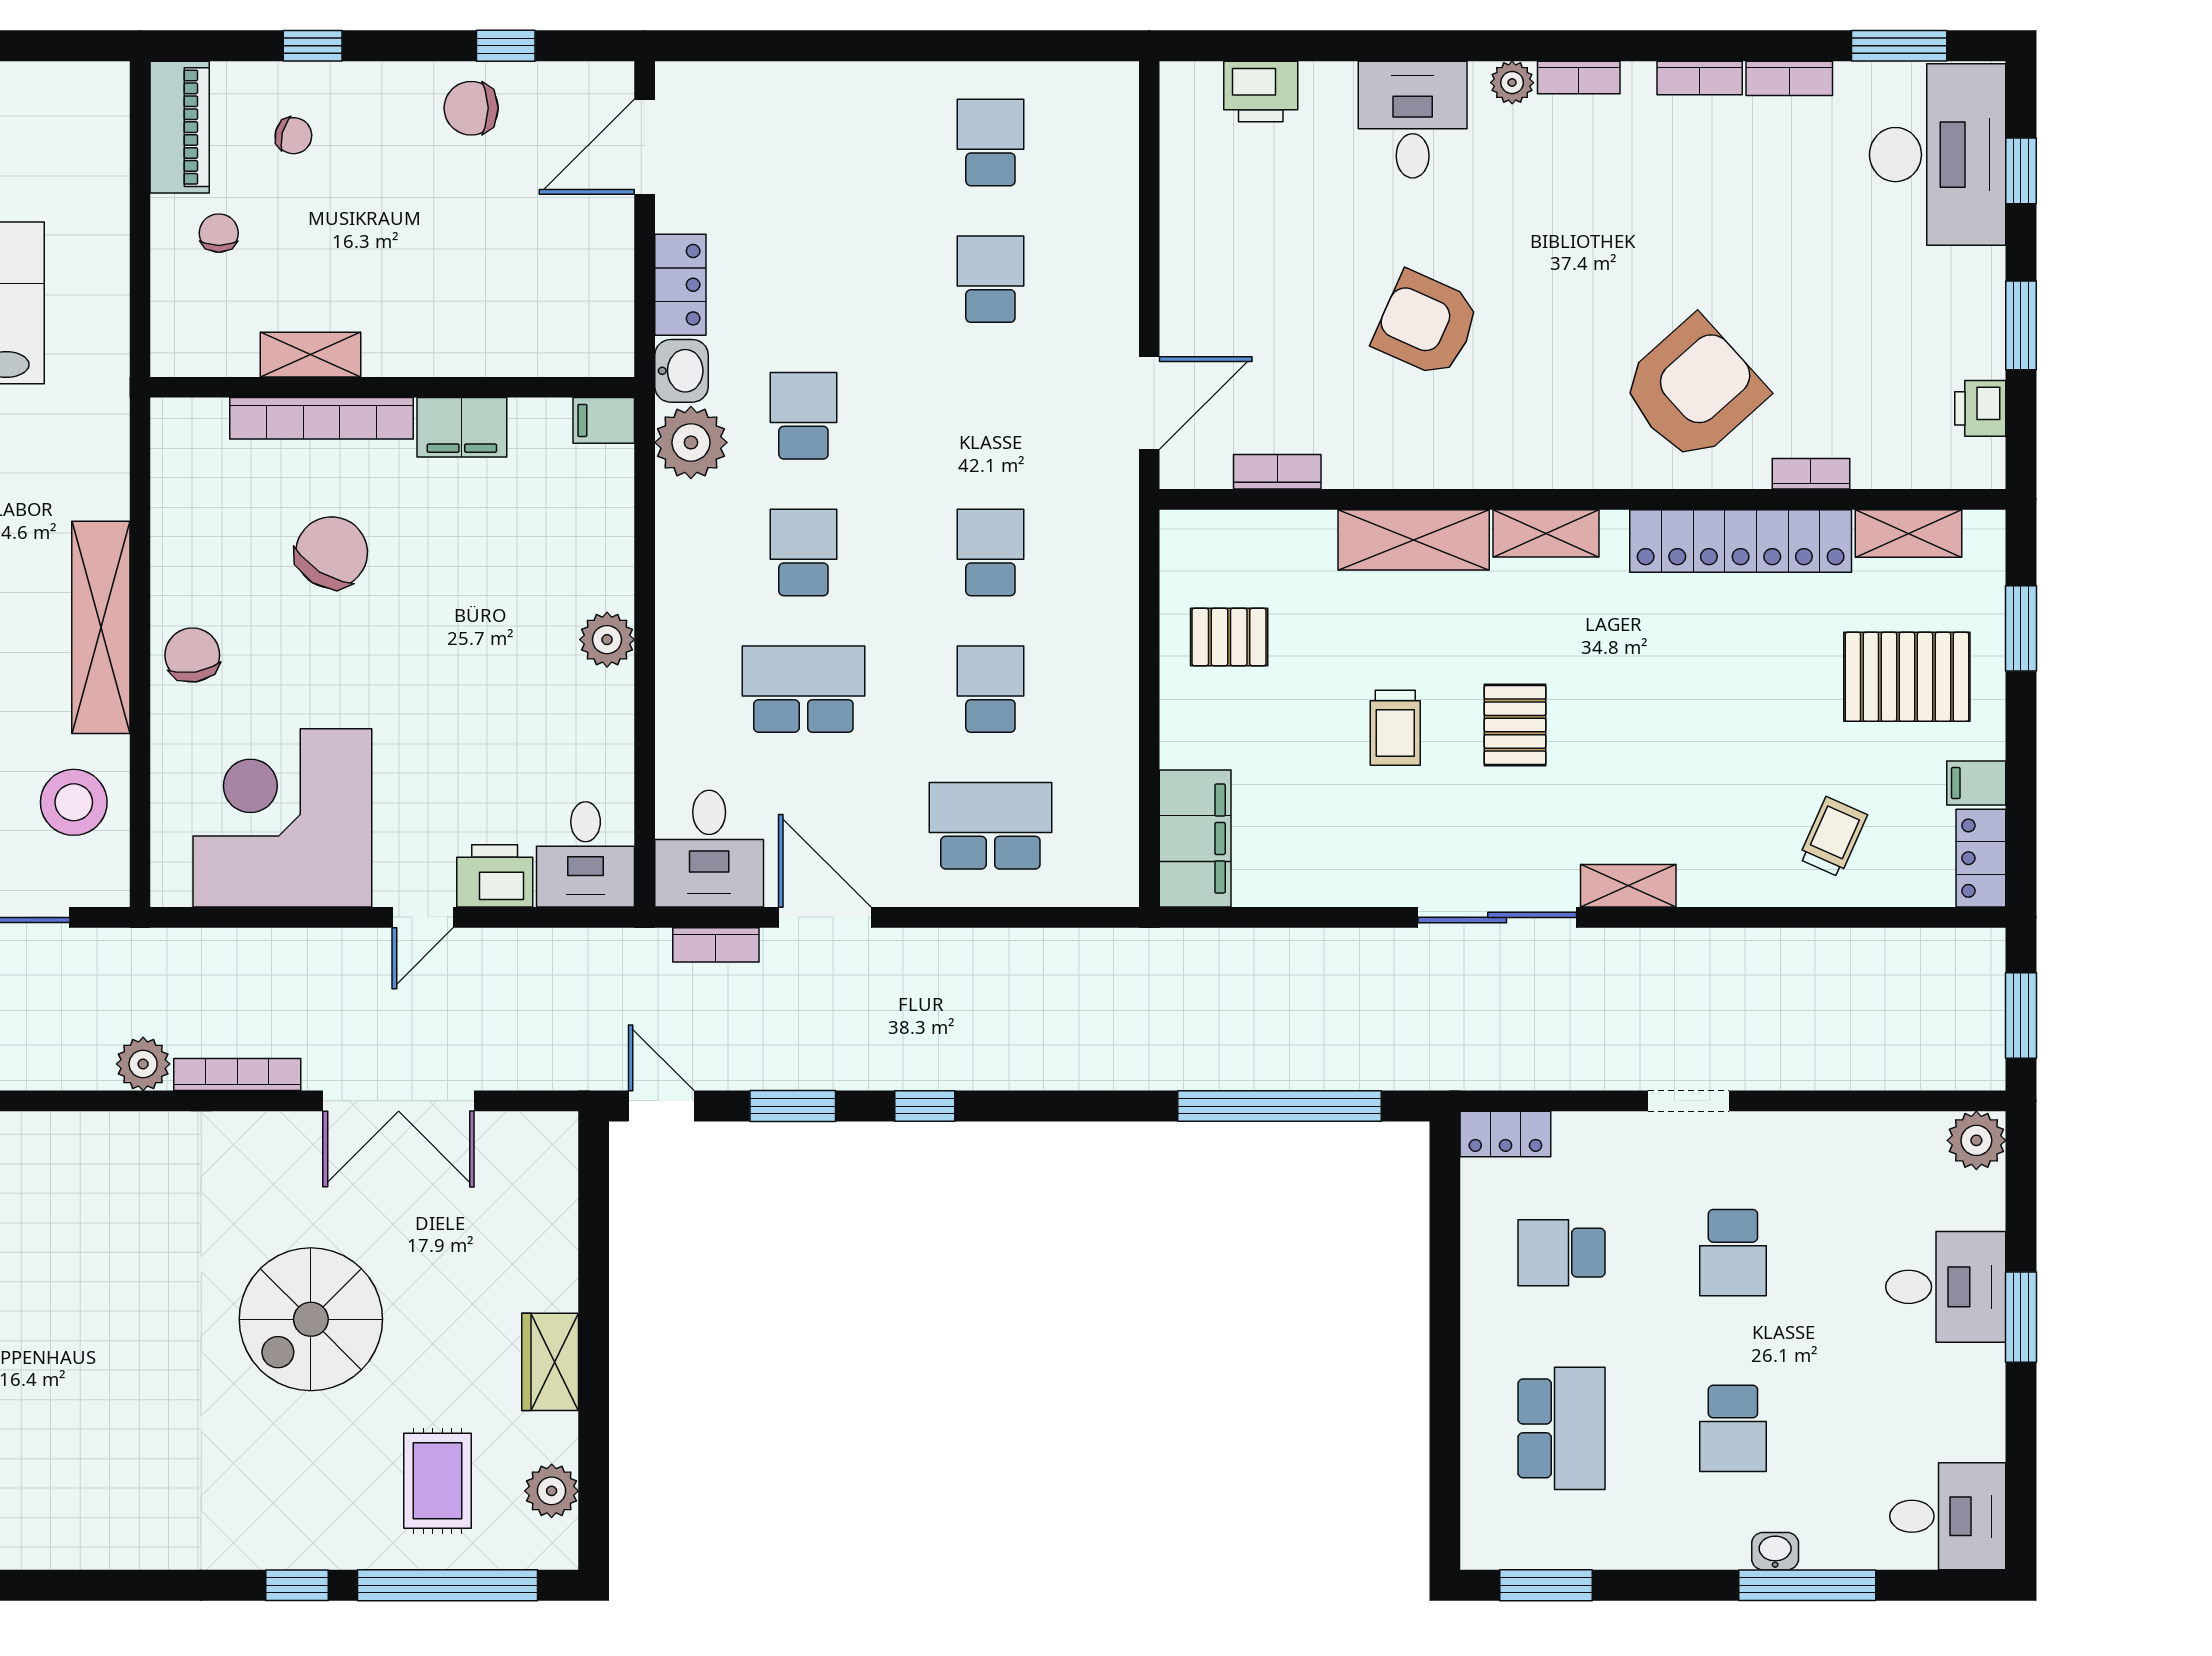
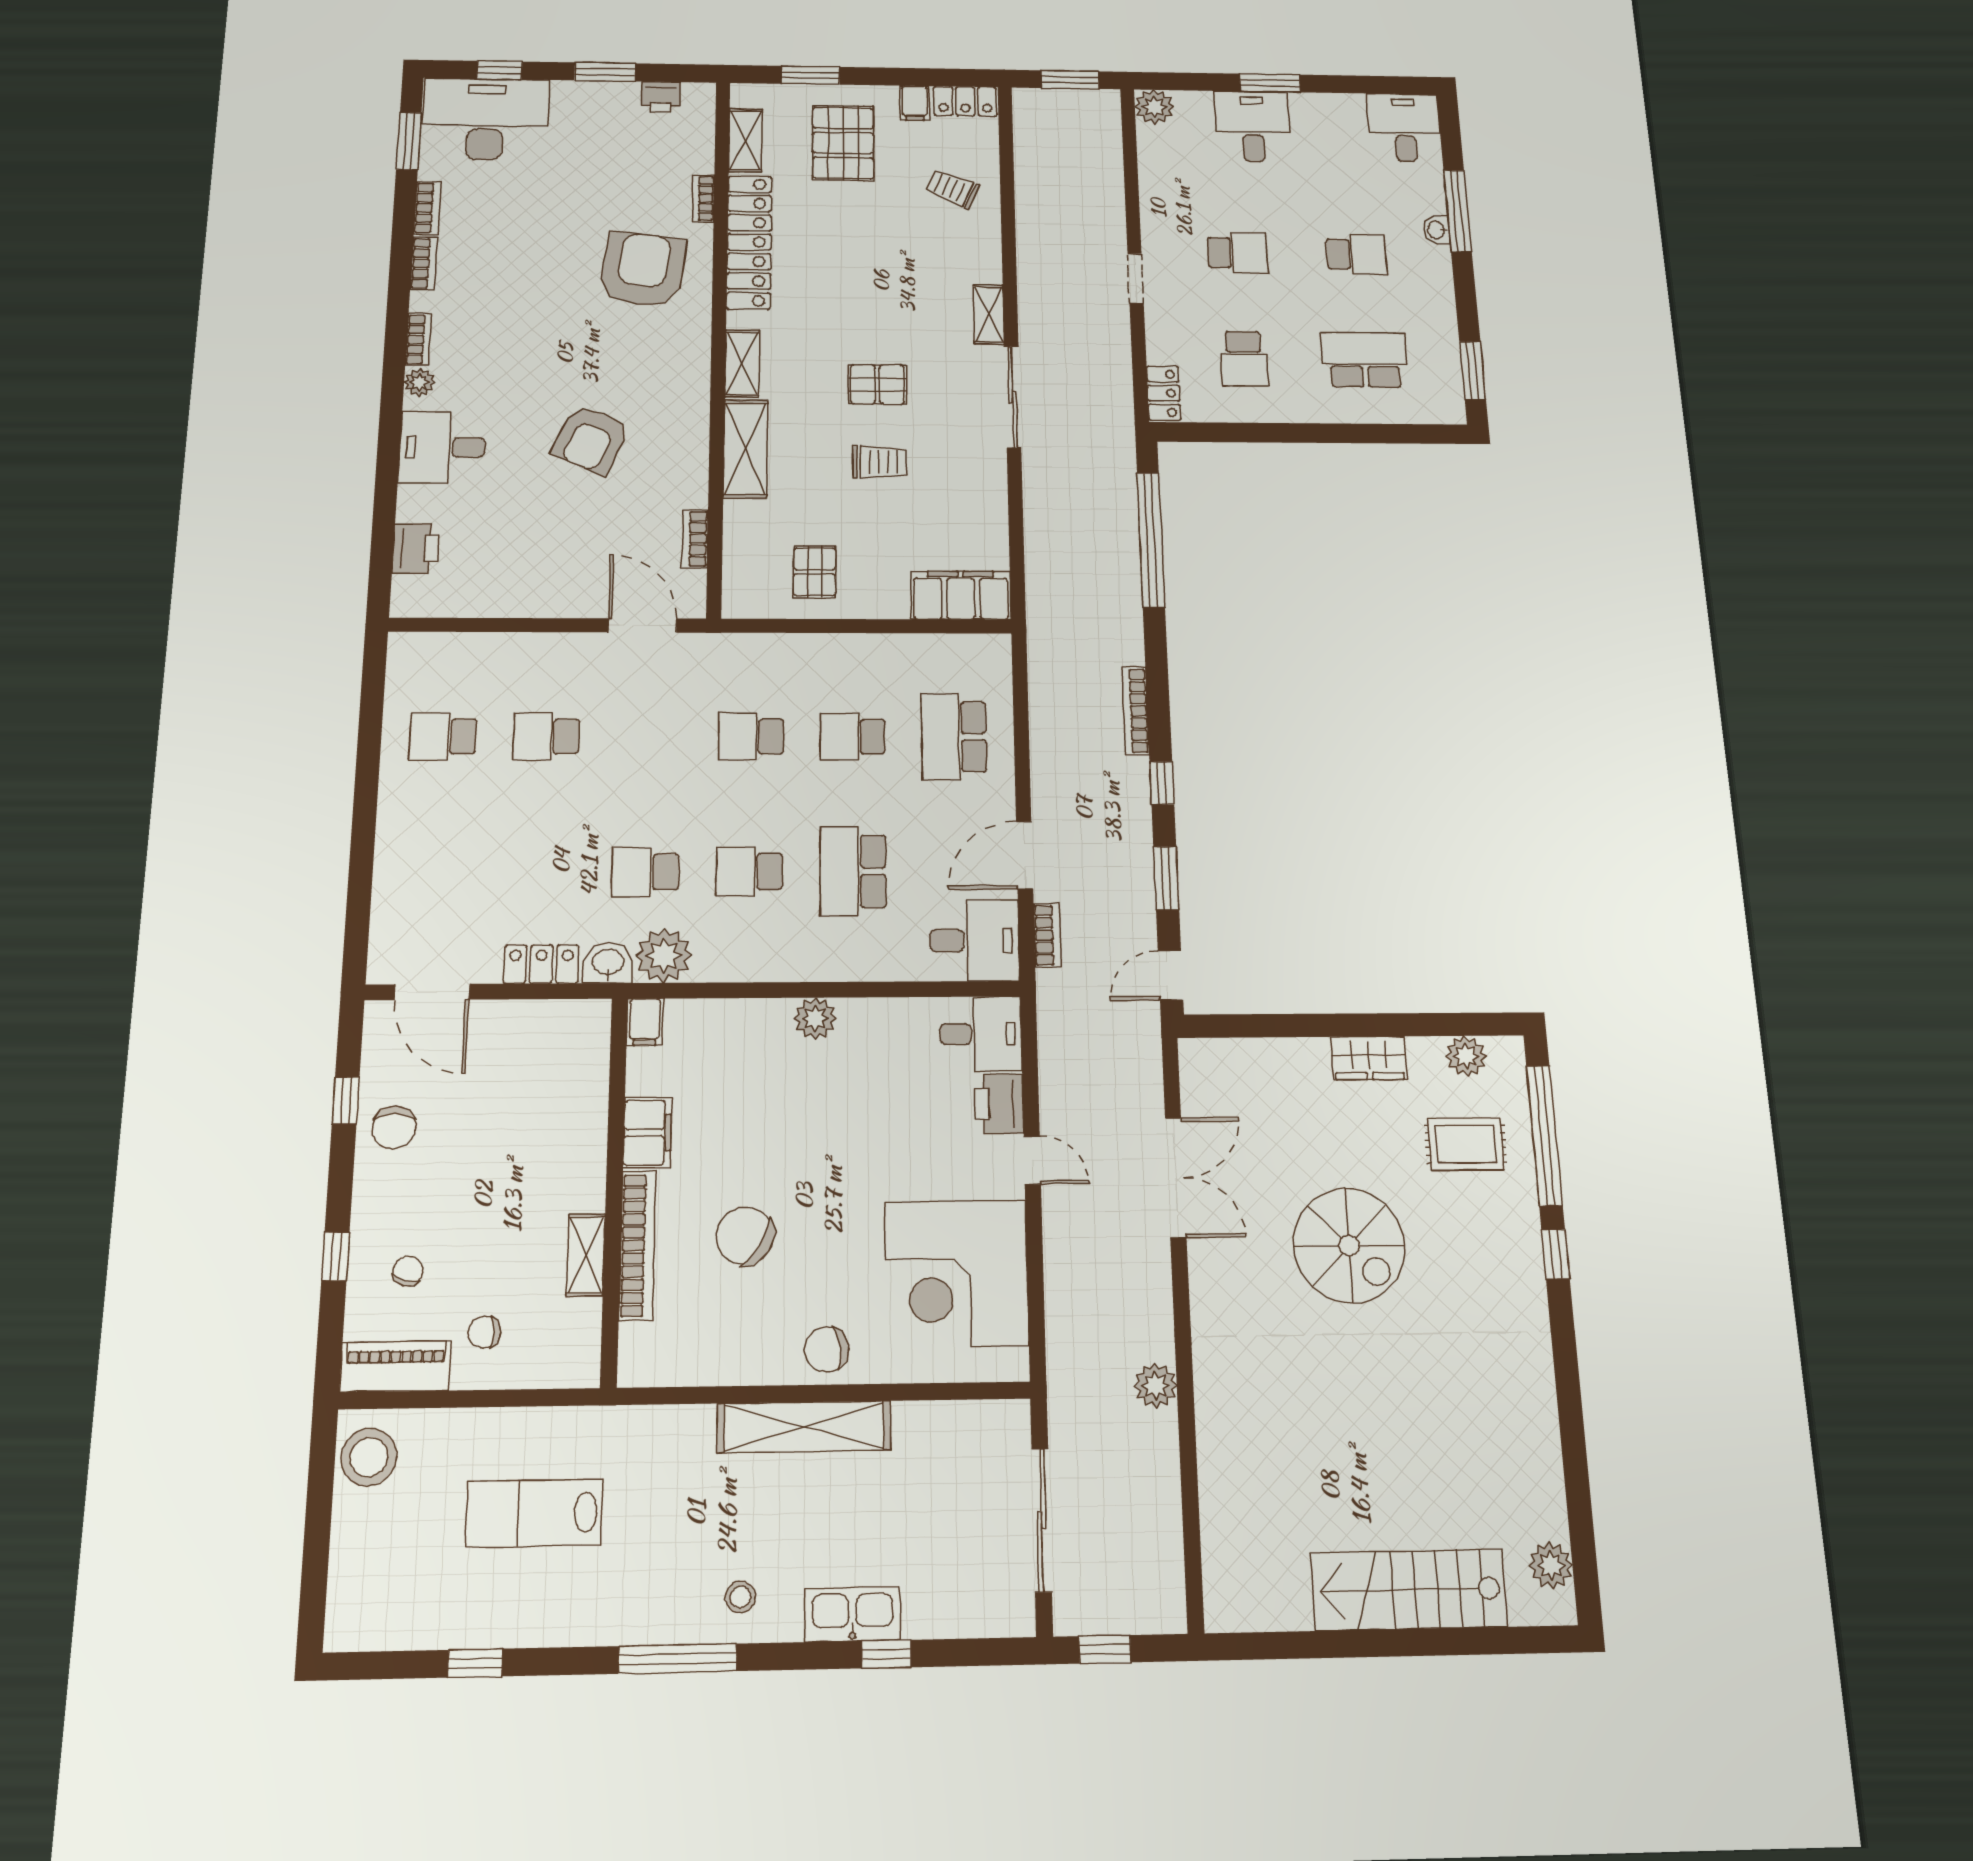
armchair: (1693, 389) -> (643, 270), turned 49
stool: (74, 802) -> (369, 1457), moved
bookcase: (237, 1075) -> (1136, 711), moved

